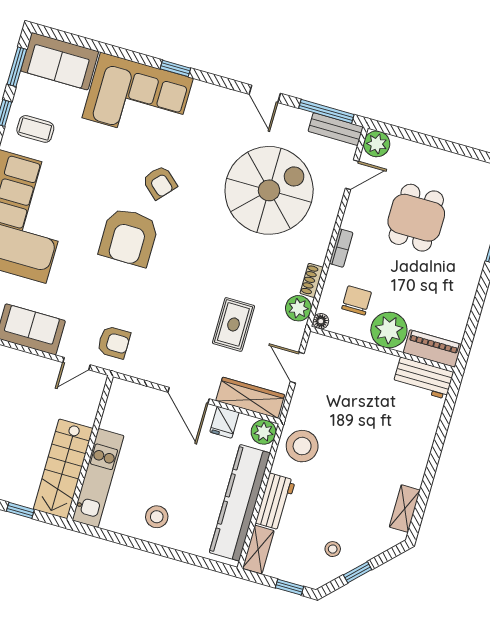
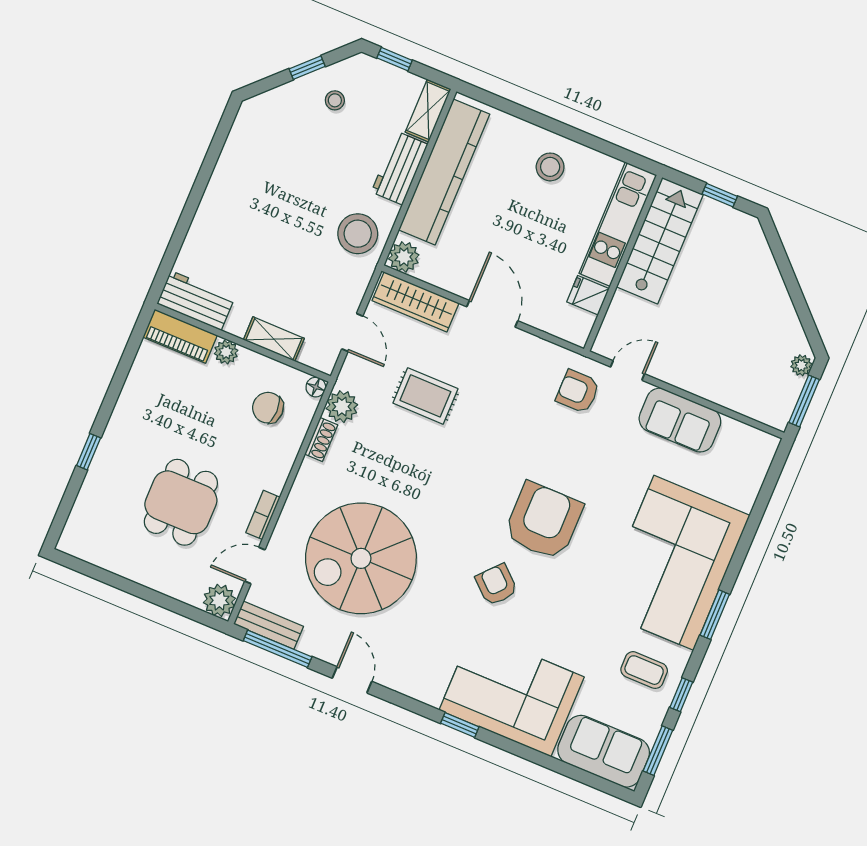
bookcase: (341, 248) -> (263, 515), moved
chair: (357, 300) -> (268, 408), turned 90
rug: (233, 324) -> (425, 396), turned 90
plant: (389, 330) -> (226, 352), width x0.53, depth x0.53
fridge: (224, 422) -> (588, 295), moved, turned -90
shelving: (405, 509) -> (274, 339), moved, turned 90

